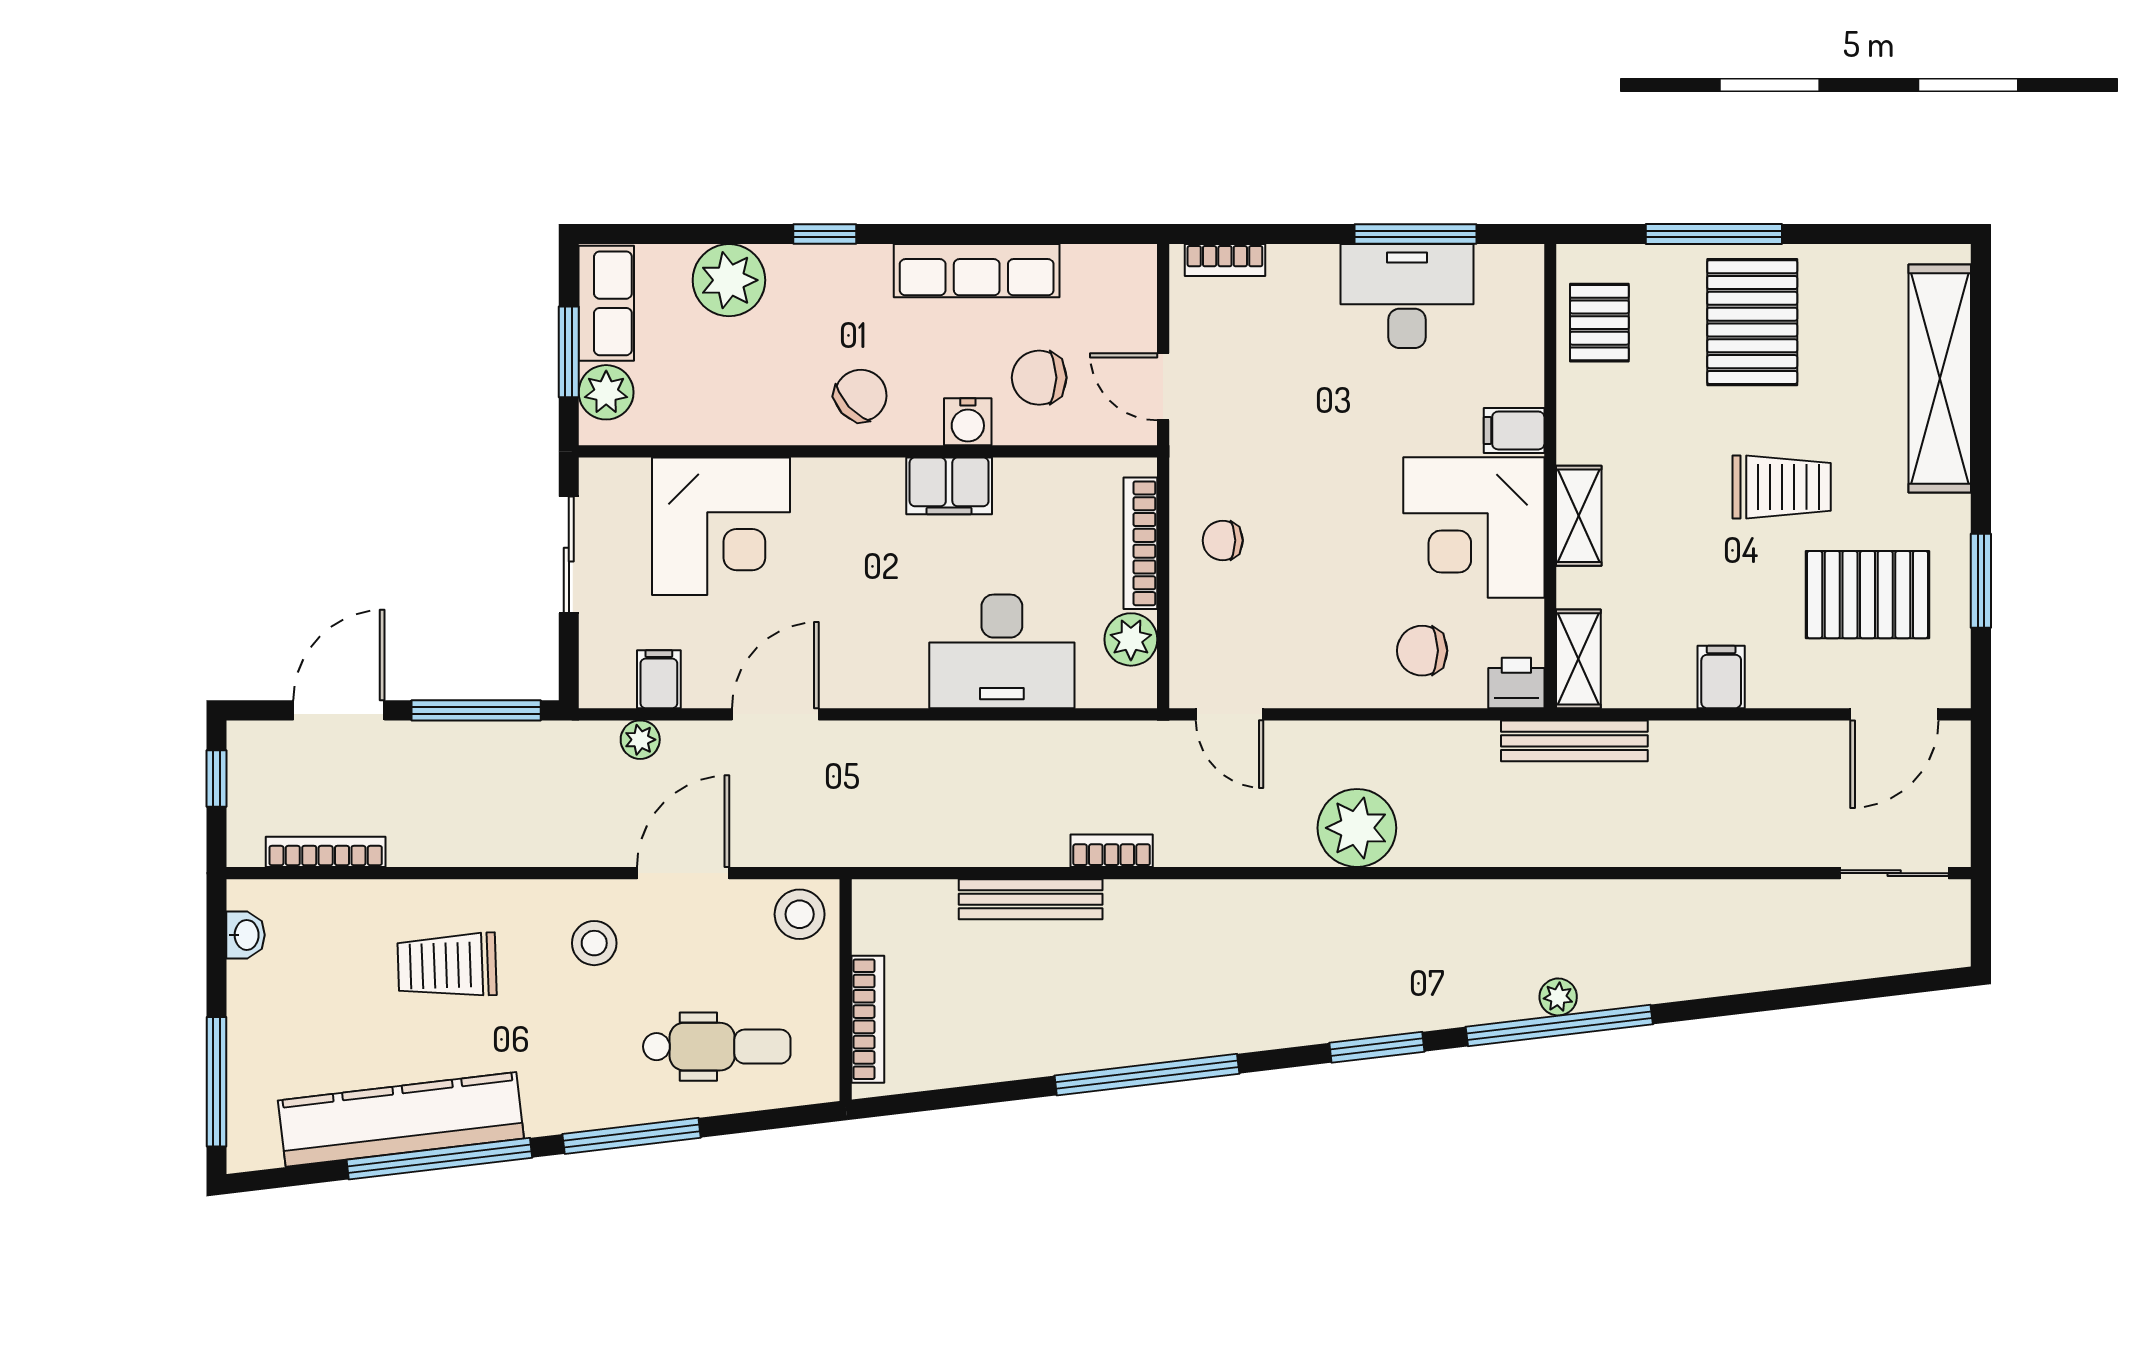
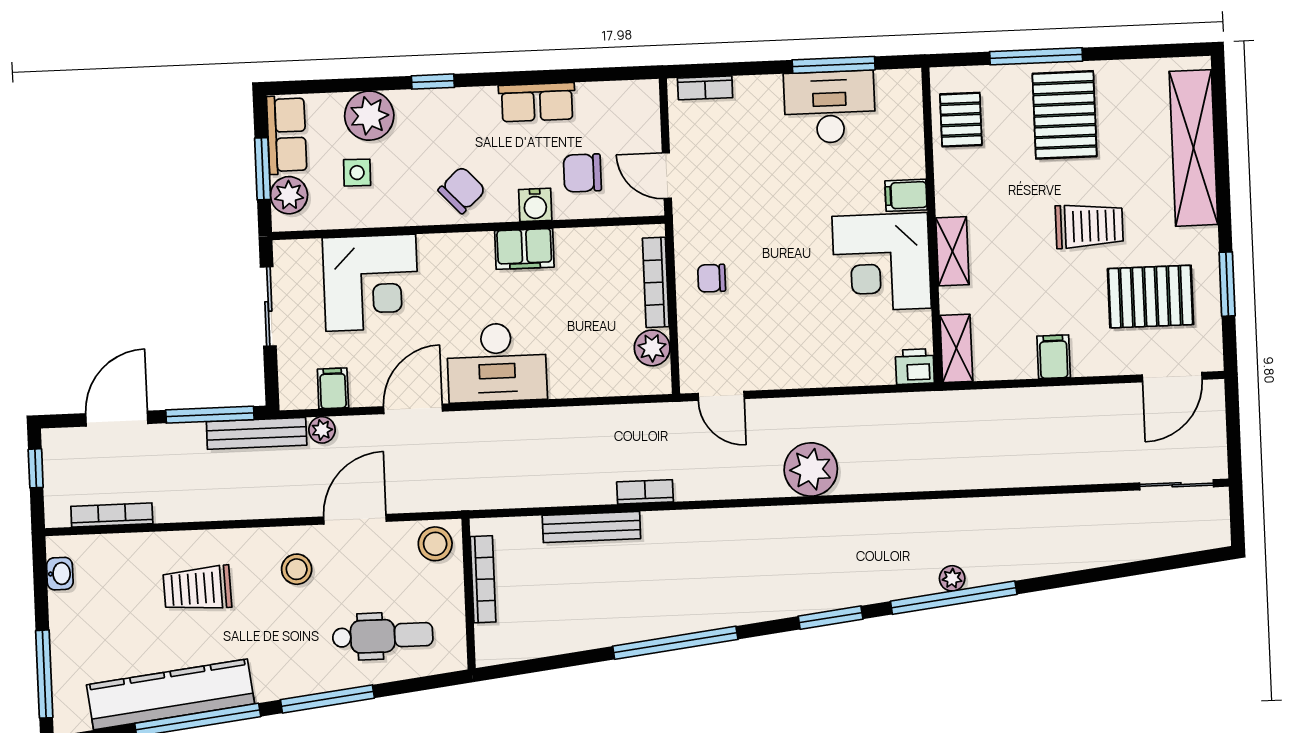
row of seats: (977, 271) -> (537, 102), width x0.68
side table: (708, 363) -> (357, 173), added
desk: (1002, 651) -> (497, 363), moved
chair: (1422, 651) -> (850, 347), removed
bench: (1574, 741) -> (257, 433), moved
bookcase: (868, 1019) -> (483, 579), moved

